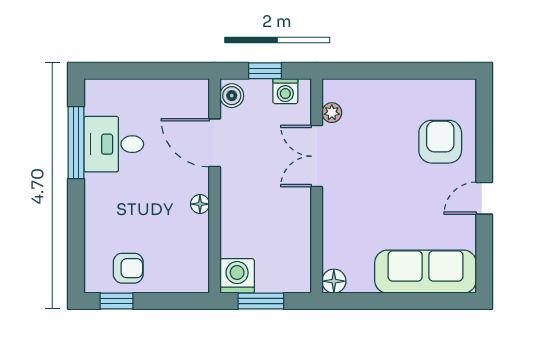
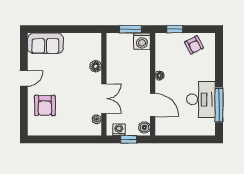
desk: (114, 144) -> (201, 99), width x1.37
armchair: (128, 268) -> (194, 45), turned -118
sofa: (425, 272) -> (45, 43), width x0.73
floor lamp: (334, 281) -> (96, 66), moved
window: (116, 301) -> (175, 29), moved

